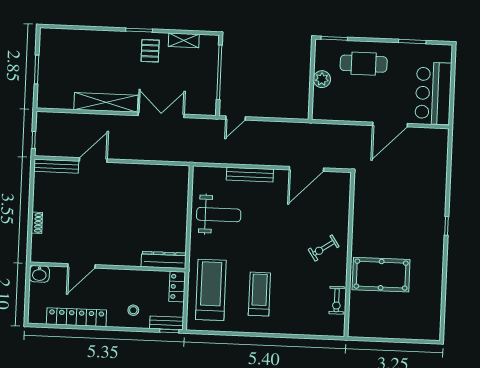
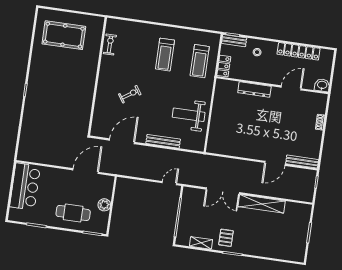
door: (390, 125) -> (86, 171), moved
exercise bike: (324, 248) -> (130, 94), moved
dresser: (164, 260) -> (254, 90), moved
pool table: (381, 275) -> (64, 35), moved
treadmill: (211, 290) -> (200, 61), width x0.73, depth x0.73

